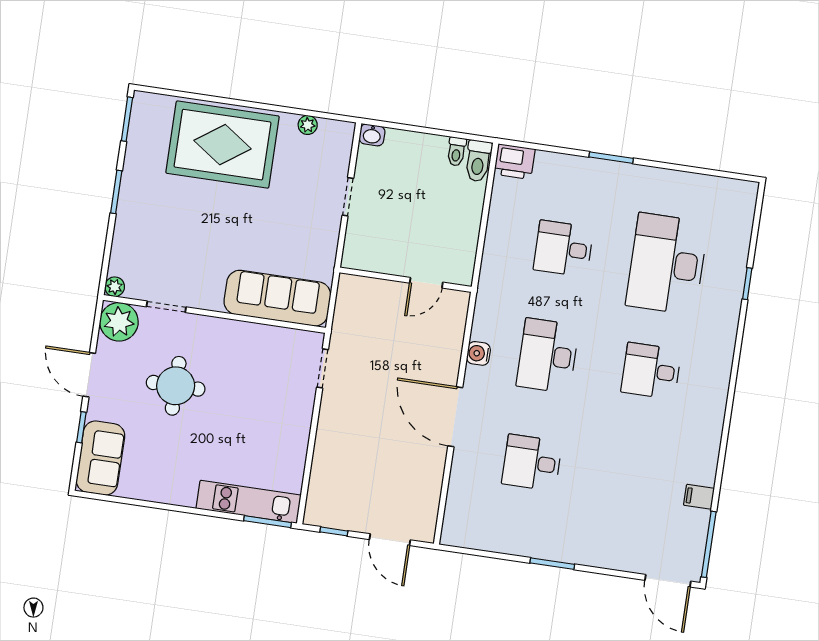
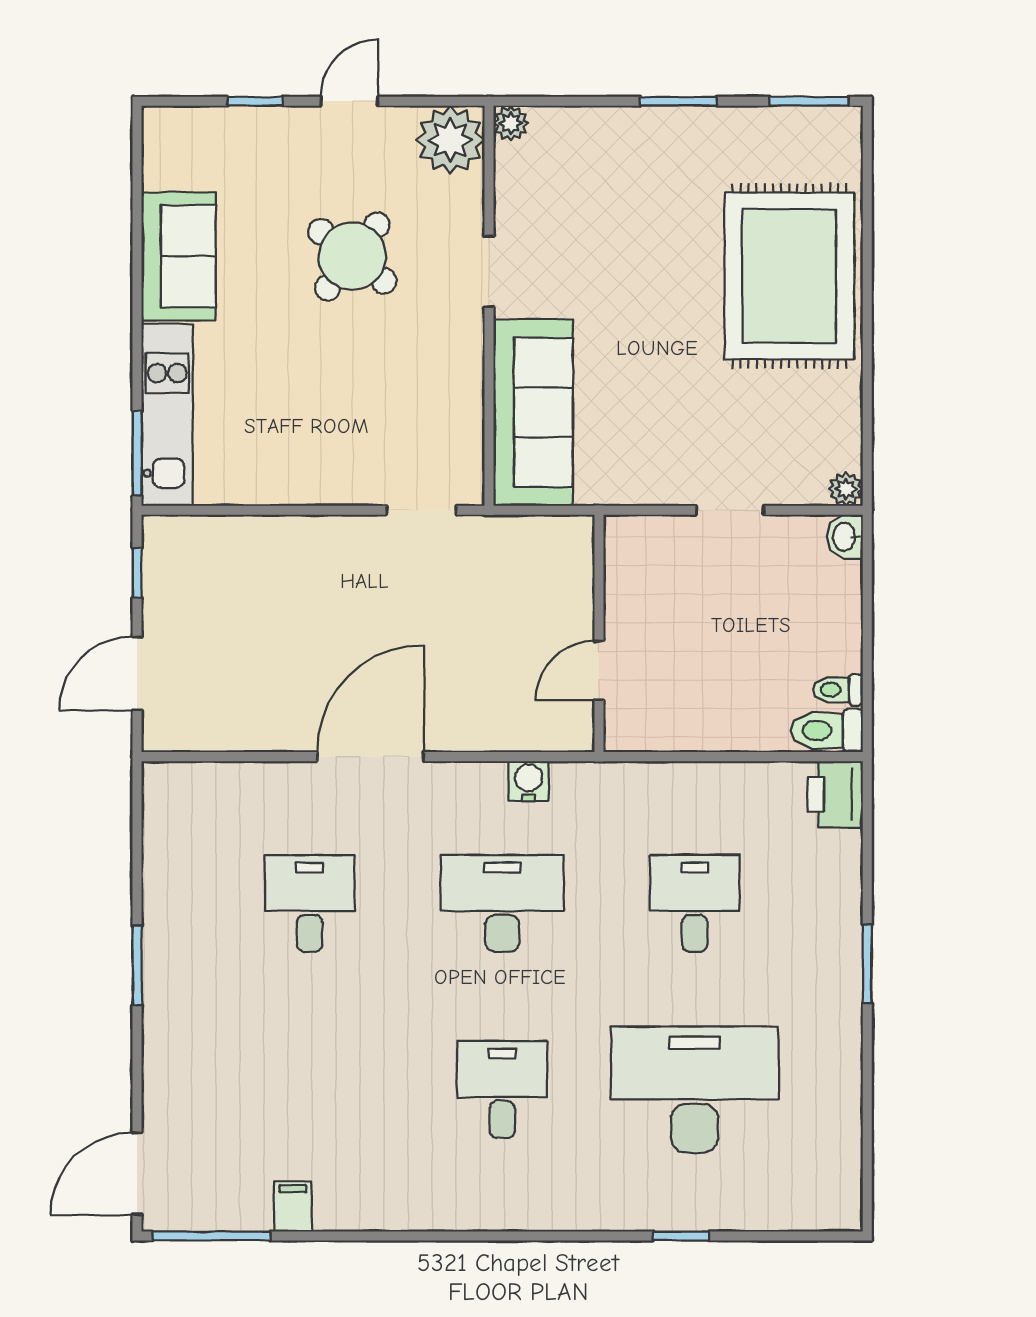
plant: (308, 125) -> (846, 489), moved
door: (426, 283) -> (599, 671), hinge flipped
doorway: (166, 307) -> (489, 271), moved
water cooler: (478, 353) -> (529, 781), moved
door: (89, 375) -> (349, 101), width x0.73
round table: (176, 386) -> (352, 256), turned 38
sofa: (100, 458) -> (179, 256), moved, turned -90

